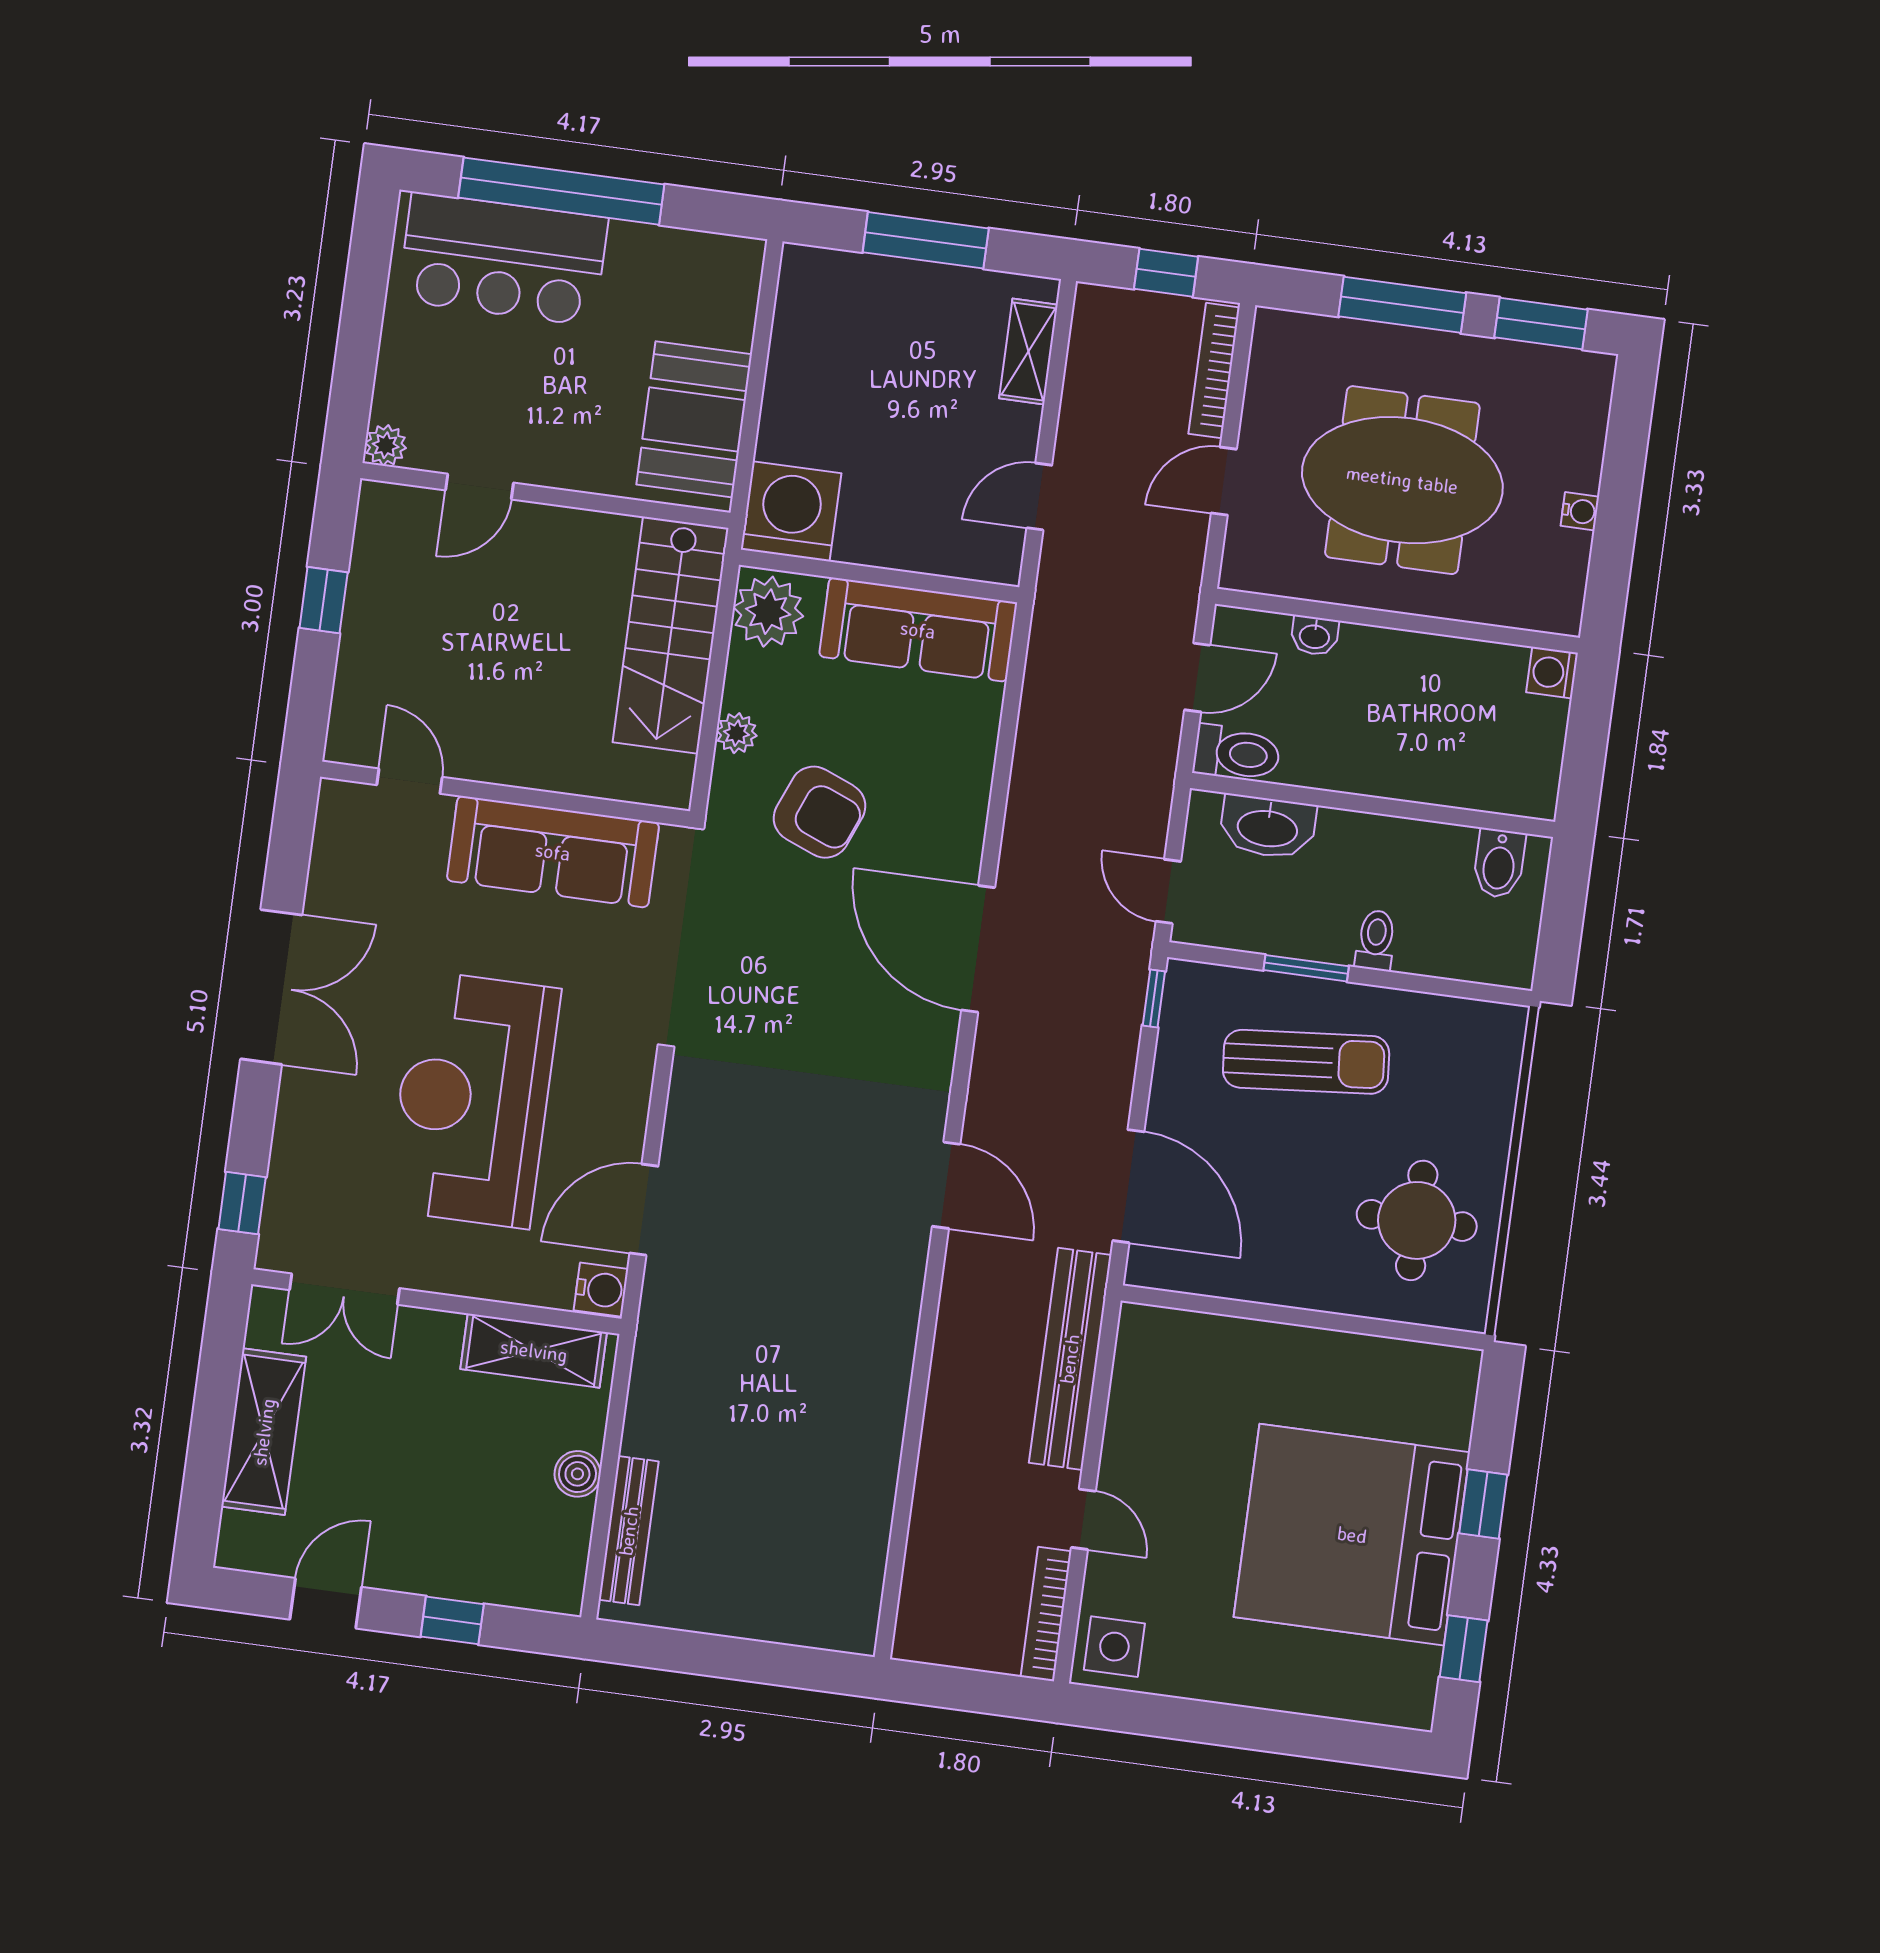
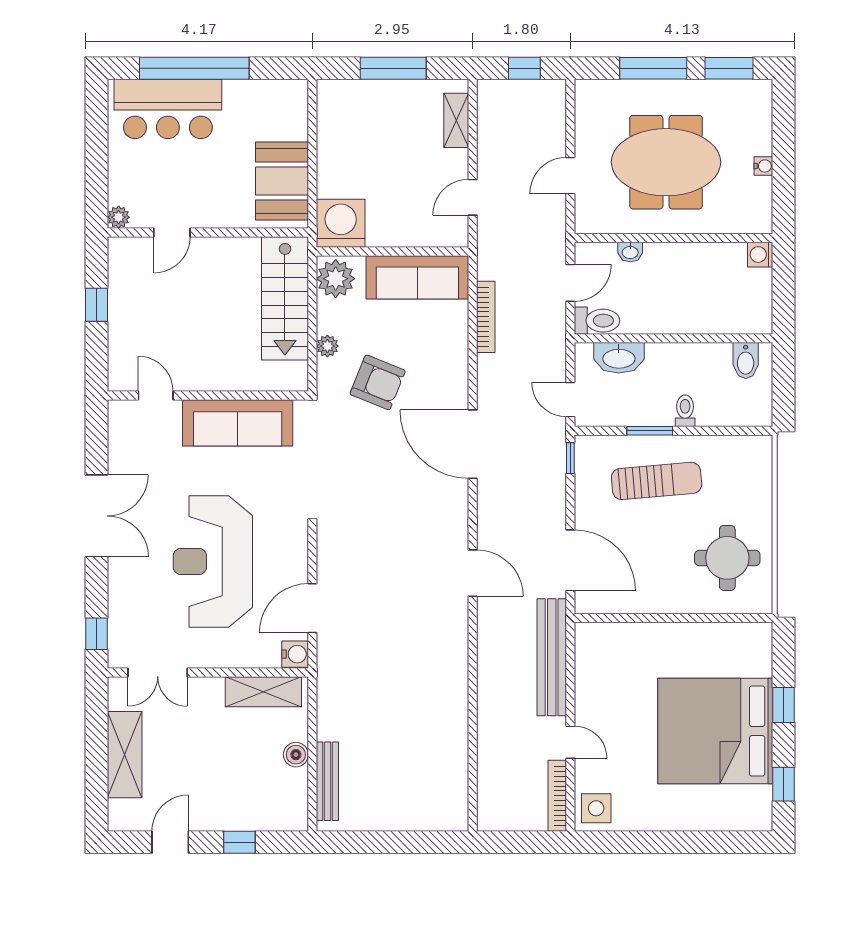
bookcase: (1214, 371) -> (486, 317), moved, turned 180

